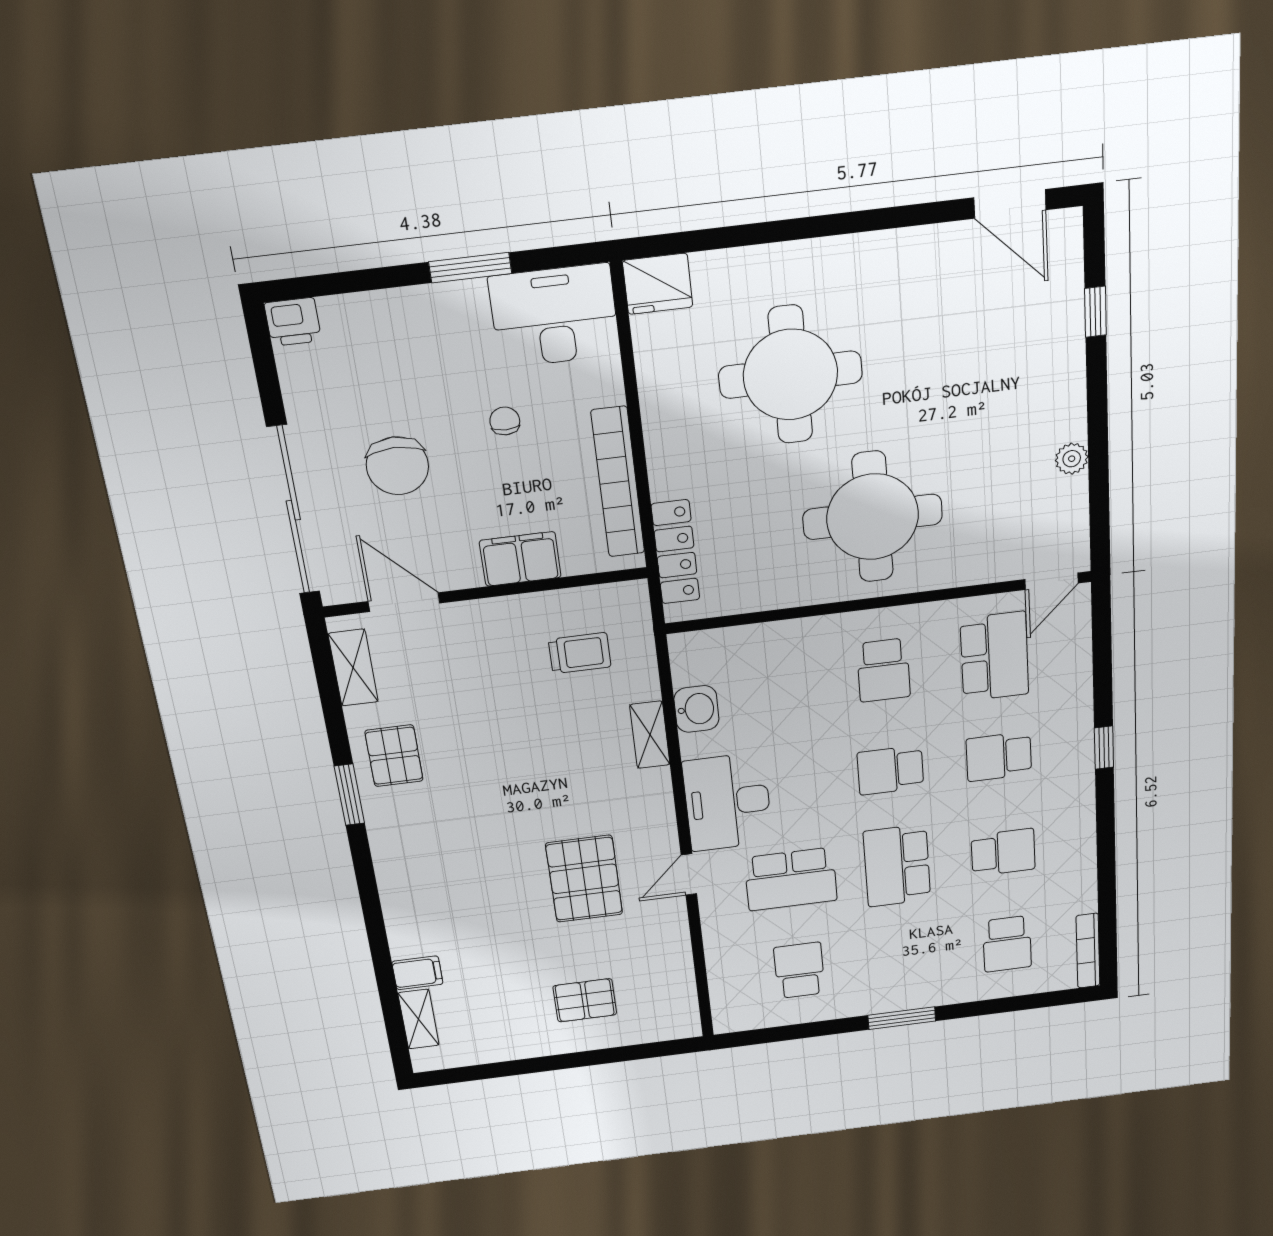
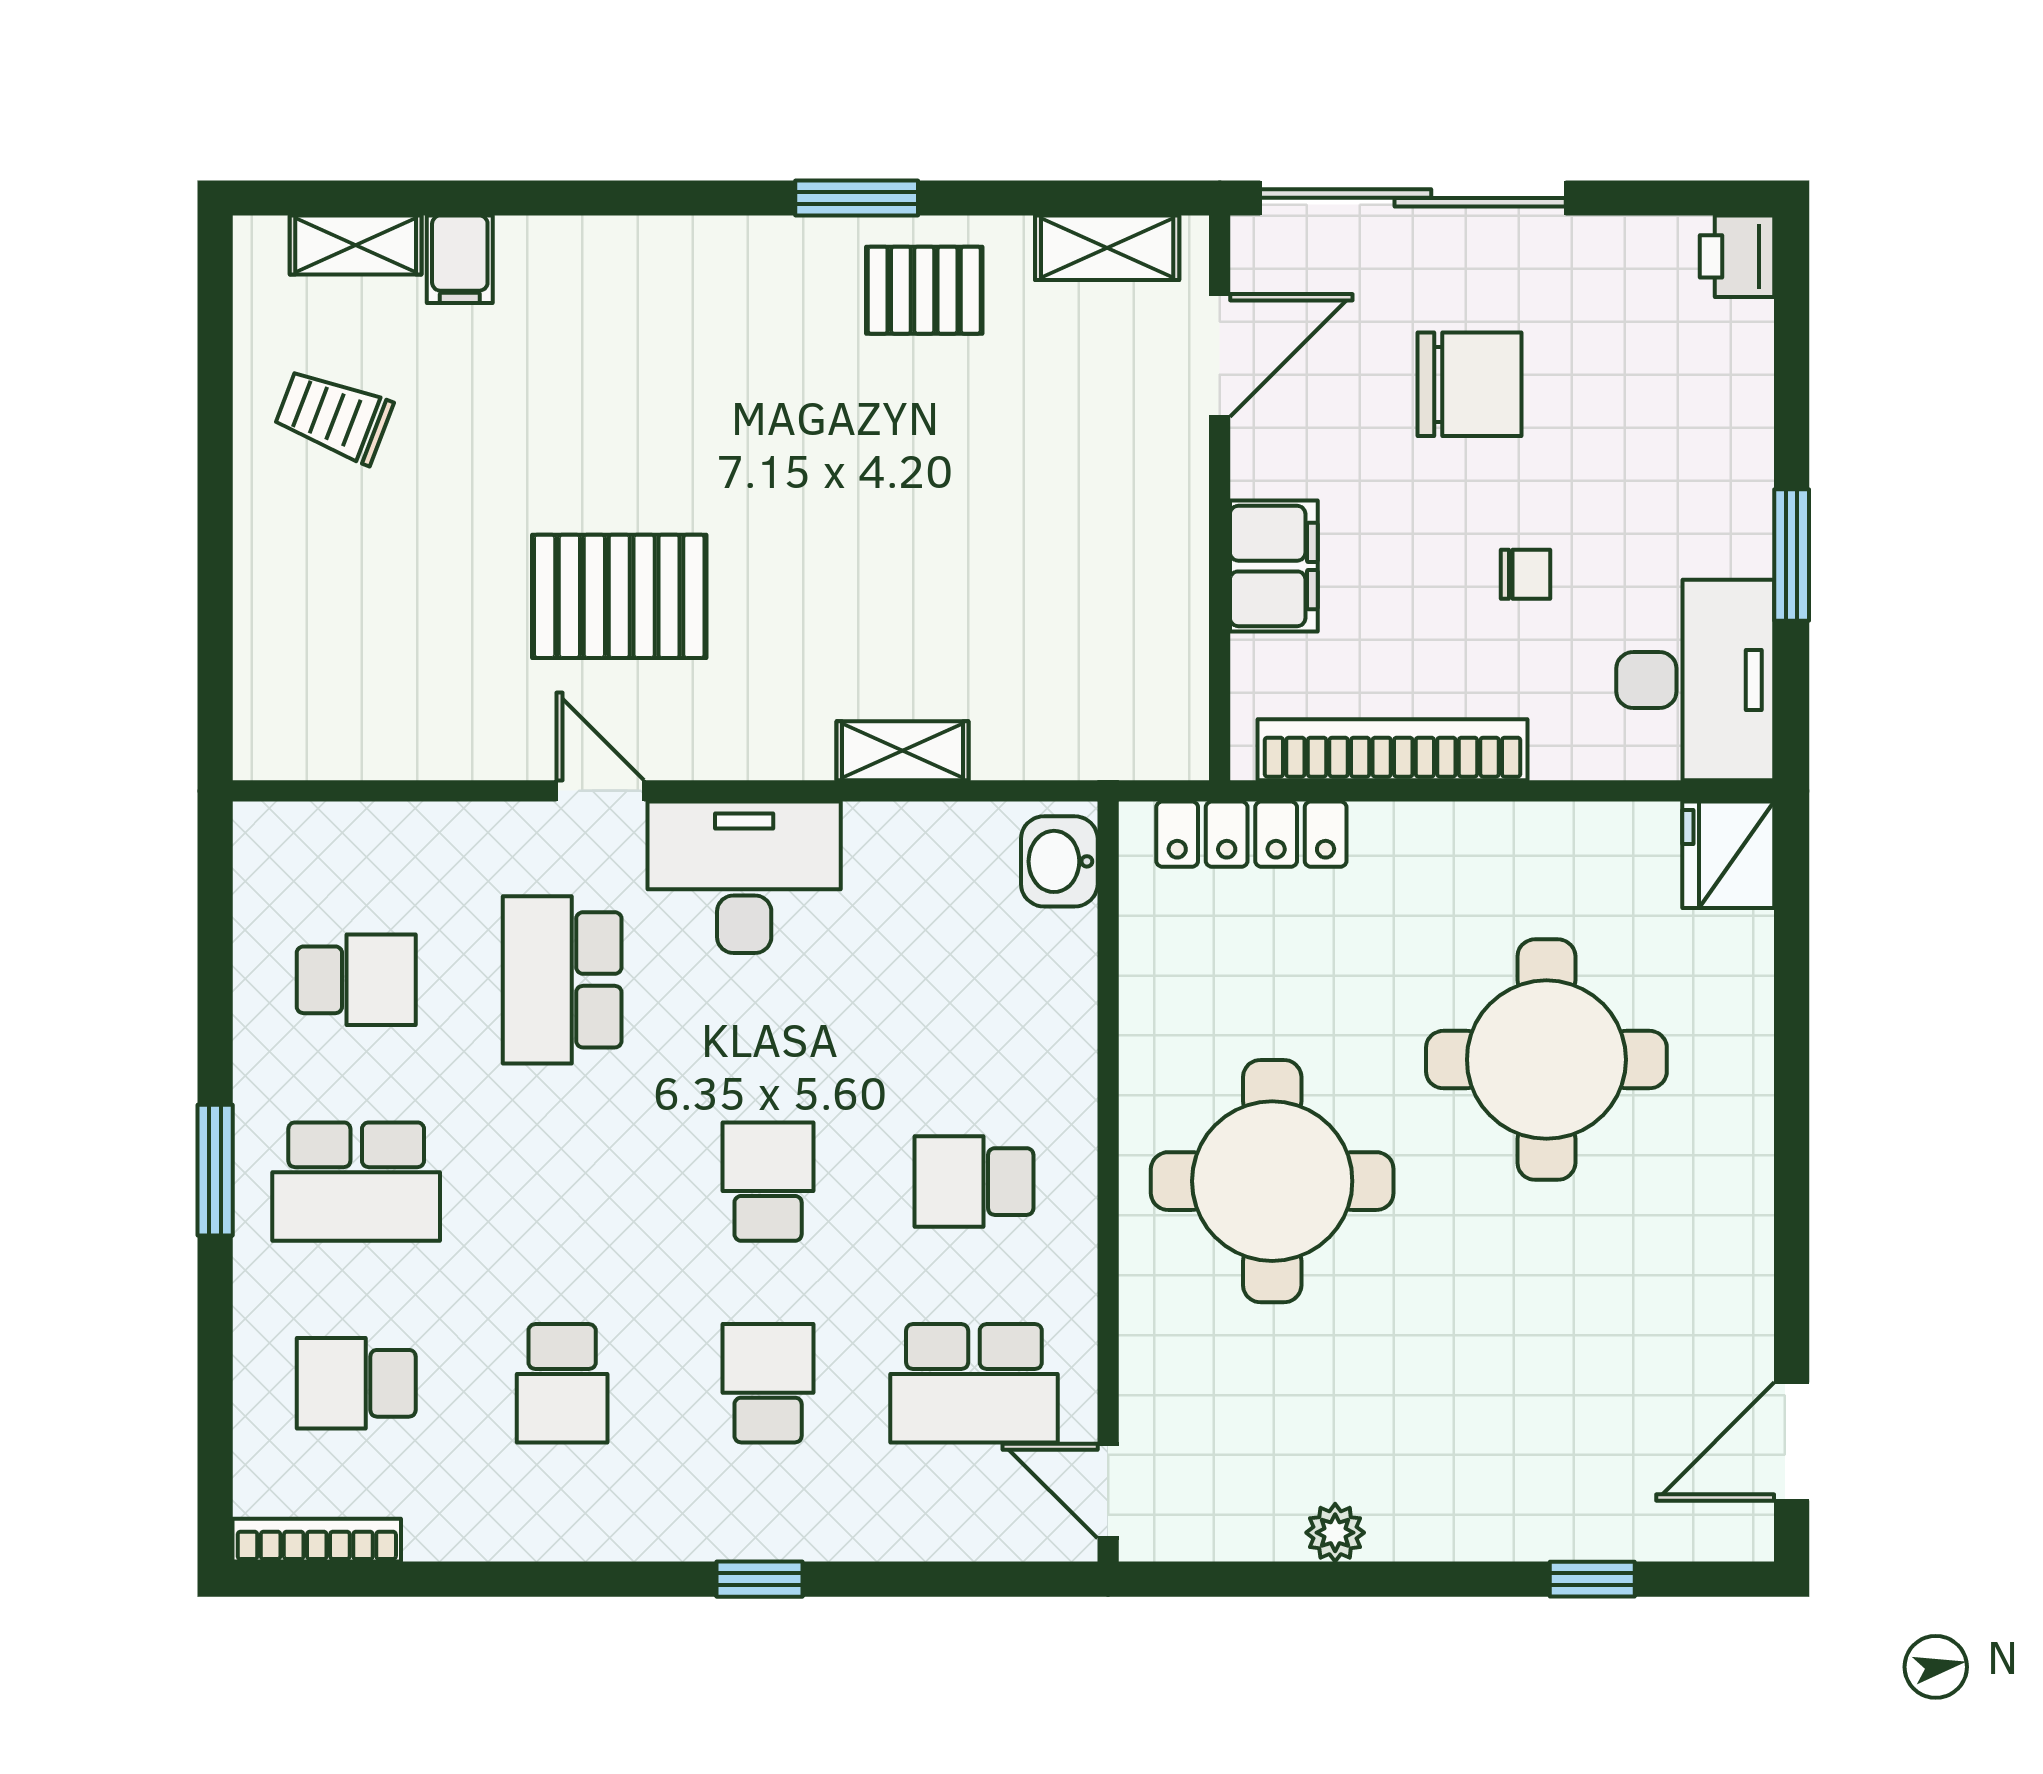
chair: (397, 466) -> (1469, 384), turned 180
trolley: (580, 653) -> (333, 416), moved, turned 111
washbasin: (696, 709) -> (1059, 861), moved, turned 90
school desk: (897, 866) -> (356, 1182), moved, turned 180
pallet: (585, 1000) -> (350, 564), removed

